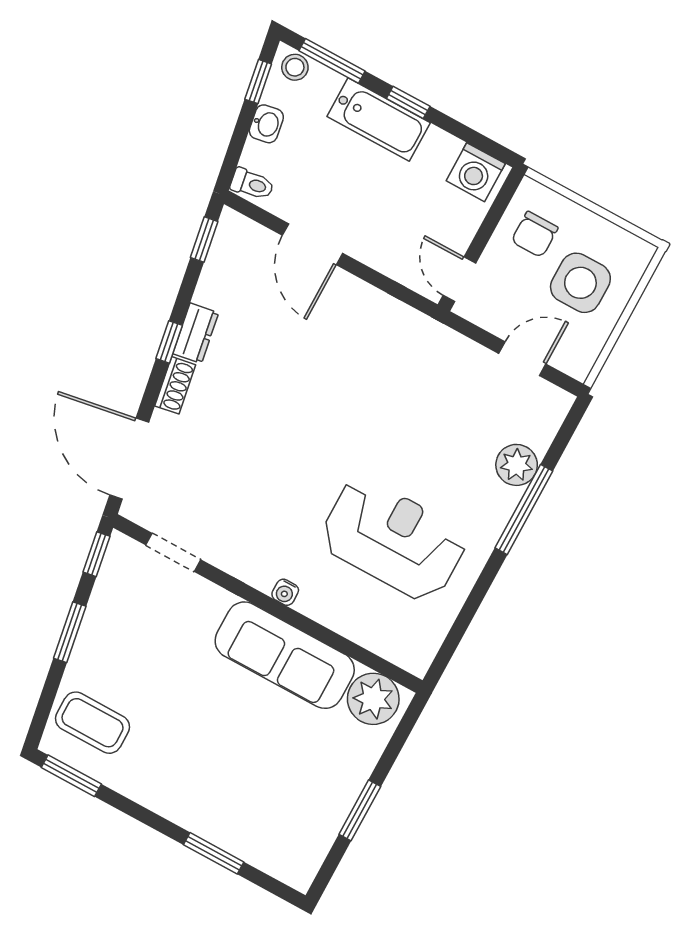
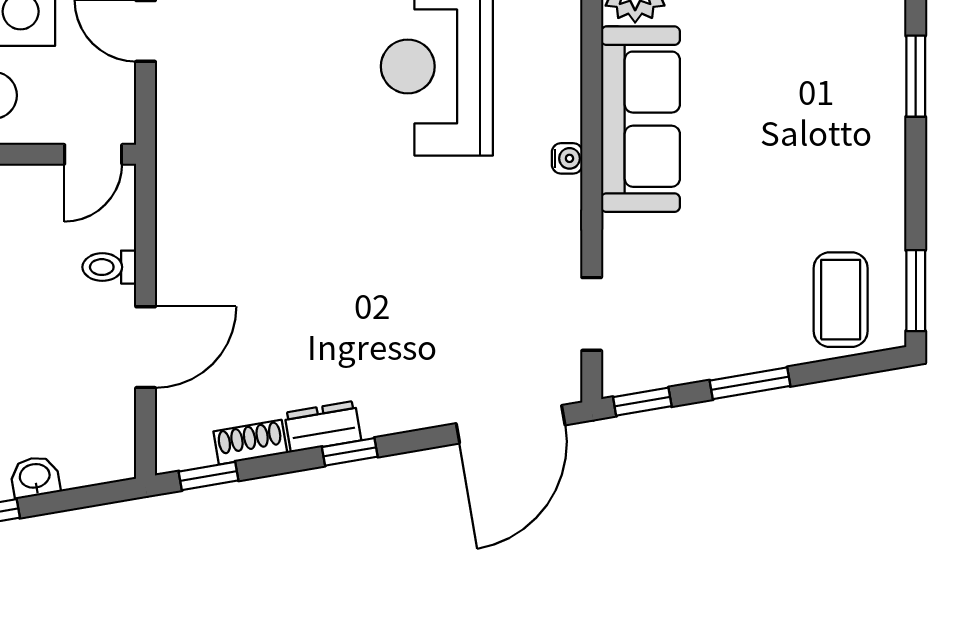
toilet: (252, 184) -> (109, 267), moved, turned -80
shoe rack: (175, 385) -> (250, 442), moved

